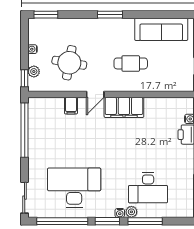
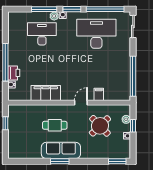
window: (110, 15) -> (60, 161), moved
sofa: (161, 29) -> (61, 150), moved
round table: (69, 63) -> (100, 126), turned 36
window: (25, 78) -> (133, 126), moved
filing cabinet: (124, 107) -> (46, 93), moved
desk: (74, 188) -> (96, 34), turned 180

